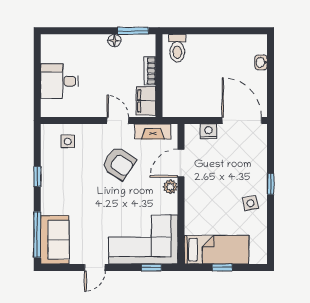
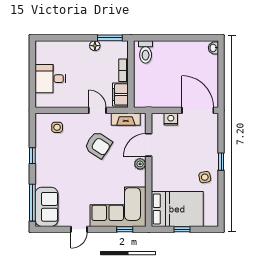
washbasin: (261, 62) -> (213, 48), moved
bed: (216, 250) -> (177, 209), width x1.50

